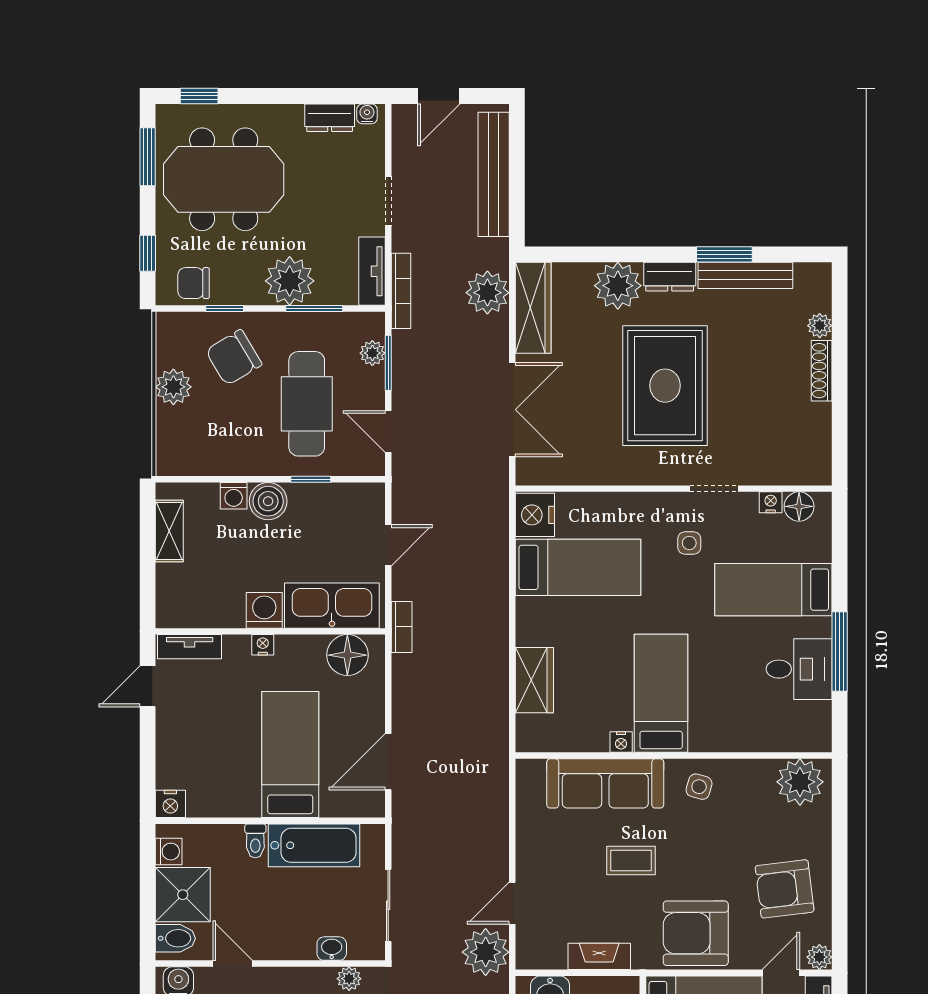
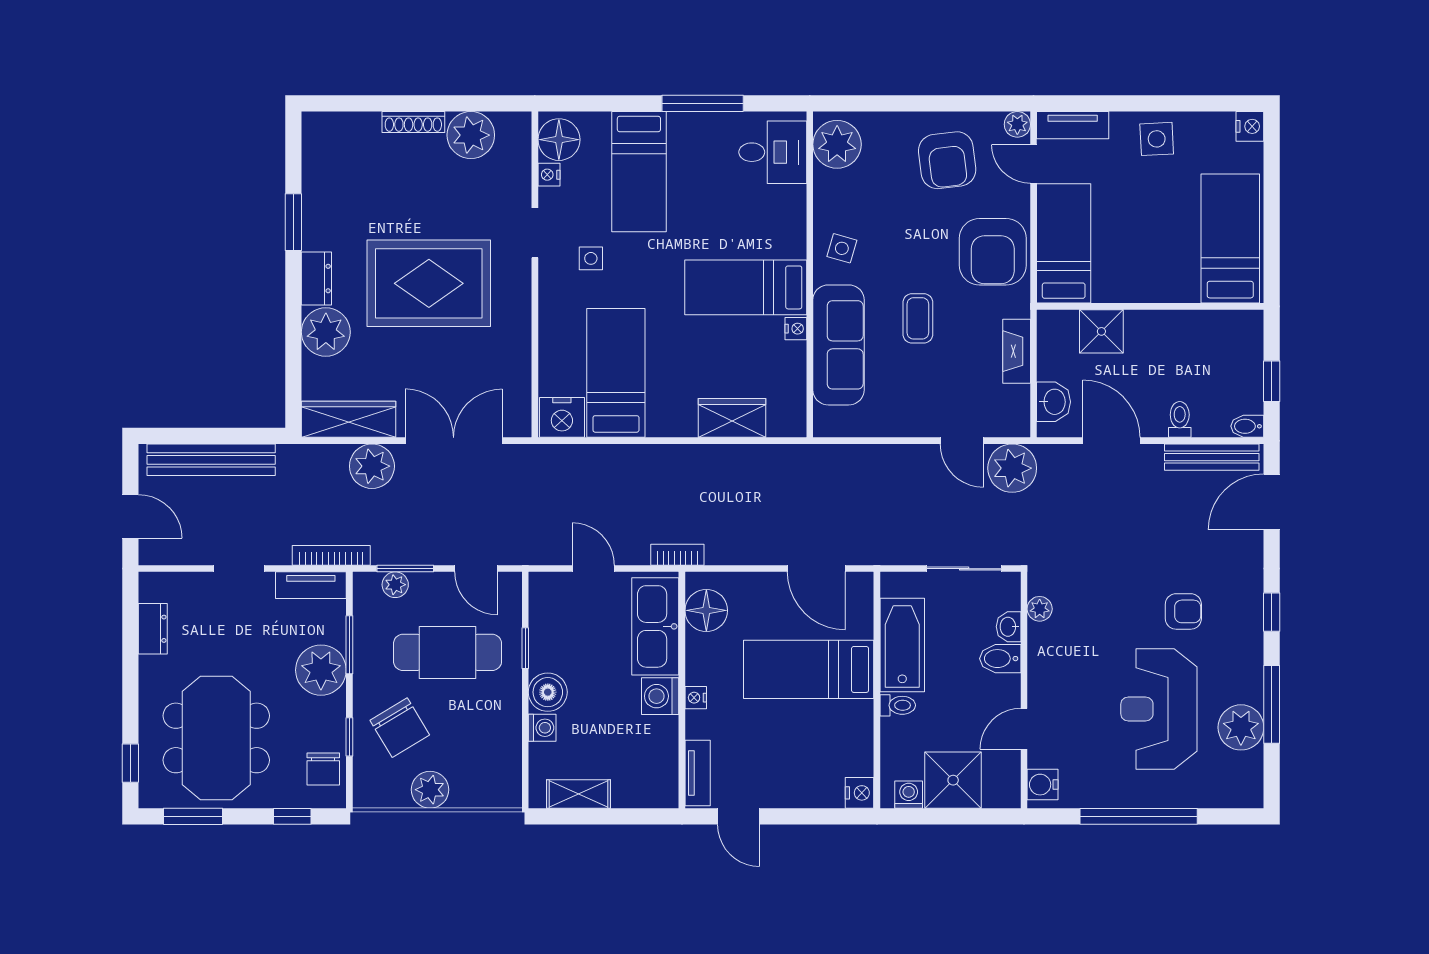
water cooler: (367, 114) -> (149, 590), removed
bench: (745, 275) -> (315, 201), removed
plant: (487, 293) -> (372, 466), moved
plant: (820, 326) -> (471, 135), moved, width x1.88, depth x1.88
door: (388, 431) -> (476, 569), hinge flipped
floor lamp: (799, 506) -> (559, 140), width x1.38, depth x1.38
desk: (799, 669) -> (773, 152), moved, turned 90
bidet: (175, 938) -> (1000, 659), moved, turned -90

